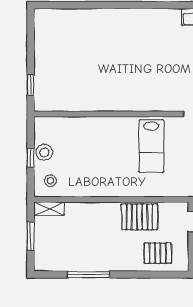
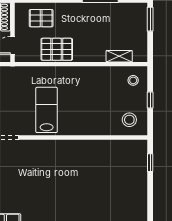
stool: (44, 152) -> (129, 120), moved
shelving: (49, 209) -> (119, 56), moved
window: (31, 236) -> (150, 19), moved

